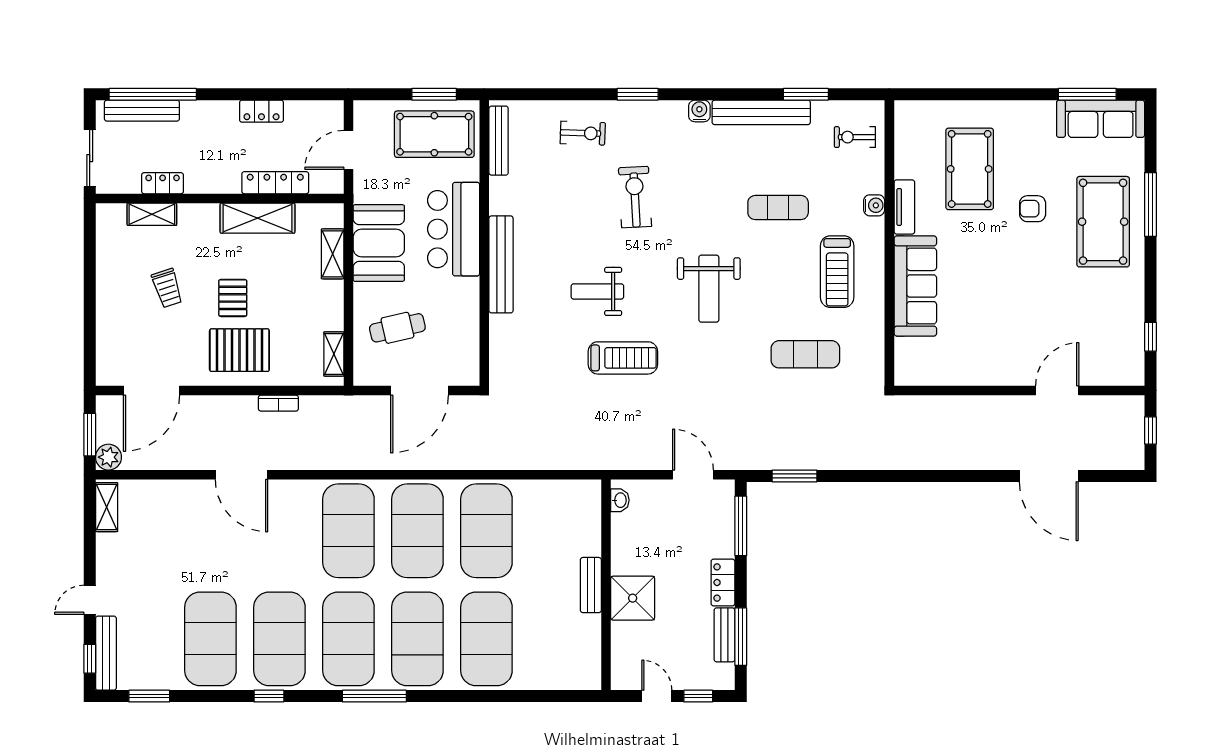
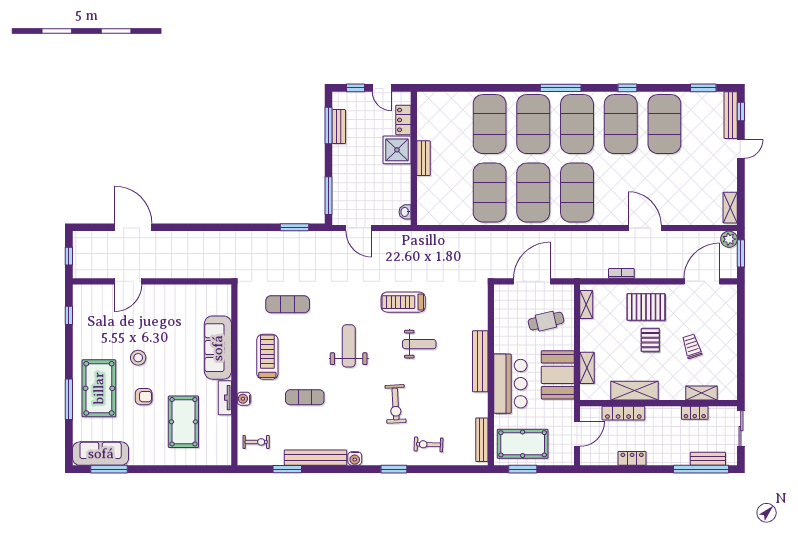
bench: (142, 111) -> (708, 459), width x0.73
stool: (1041, 270) -> (138, 358), added
locker: (723, 583) -> (403, 120), moved, turned 180

